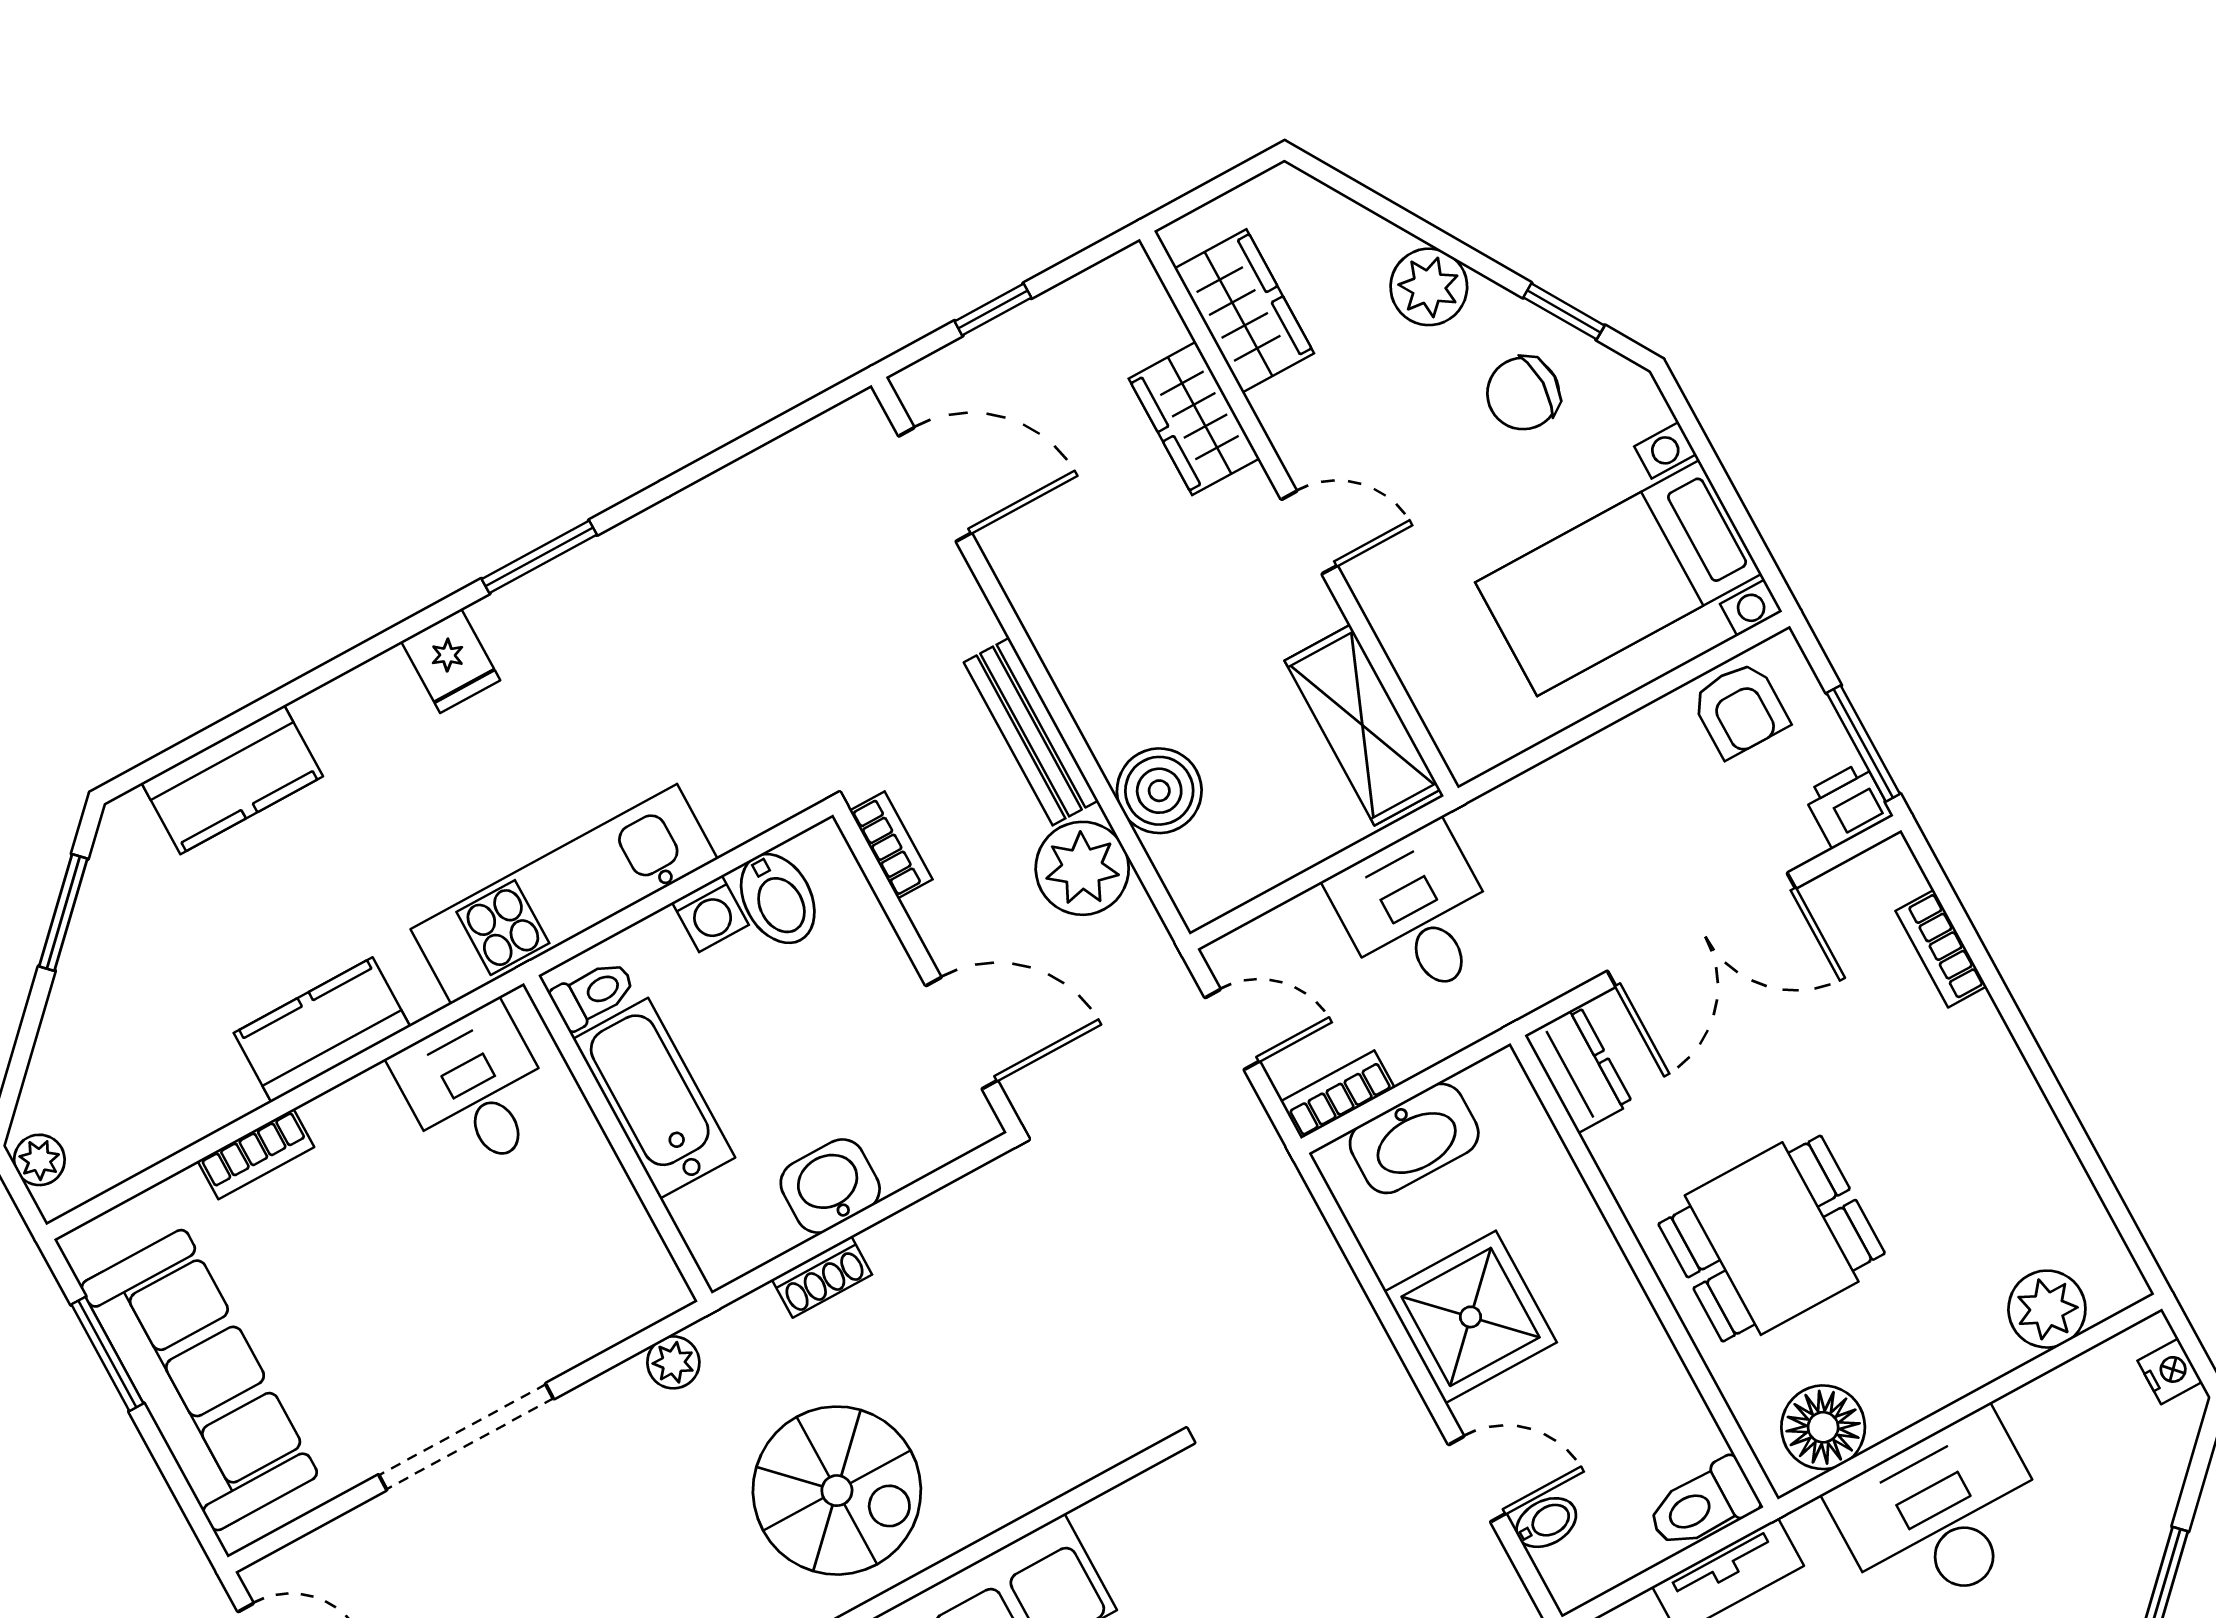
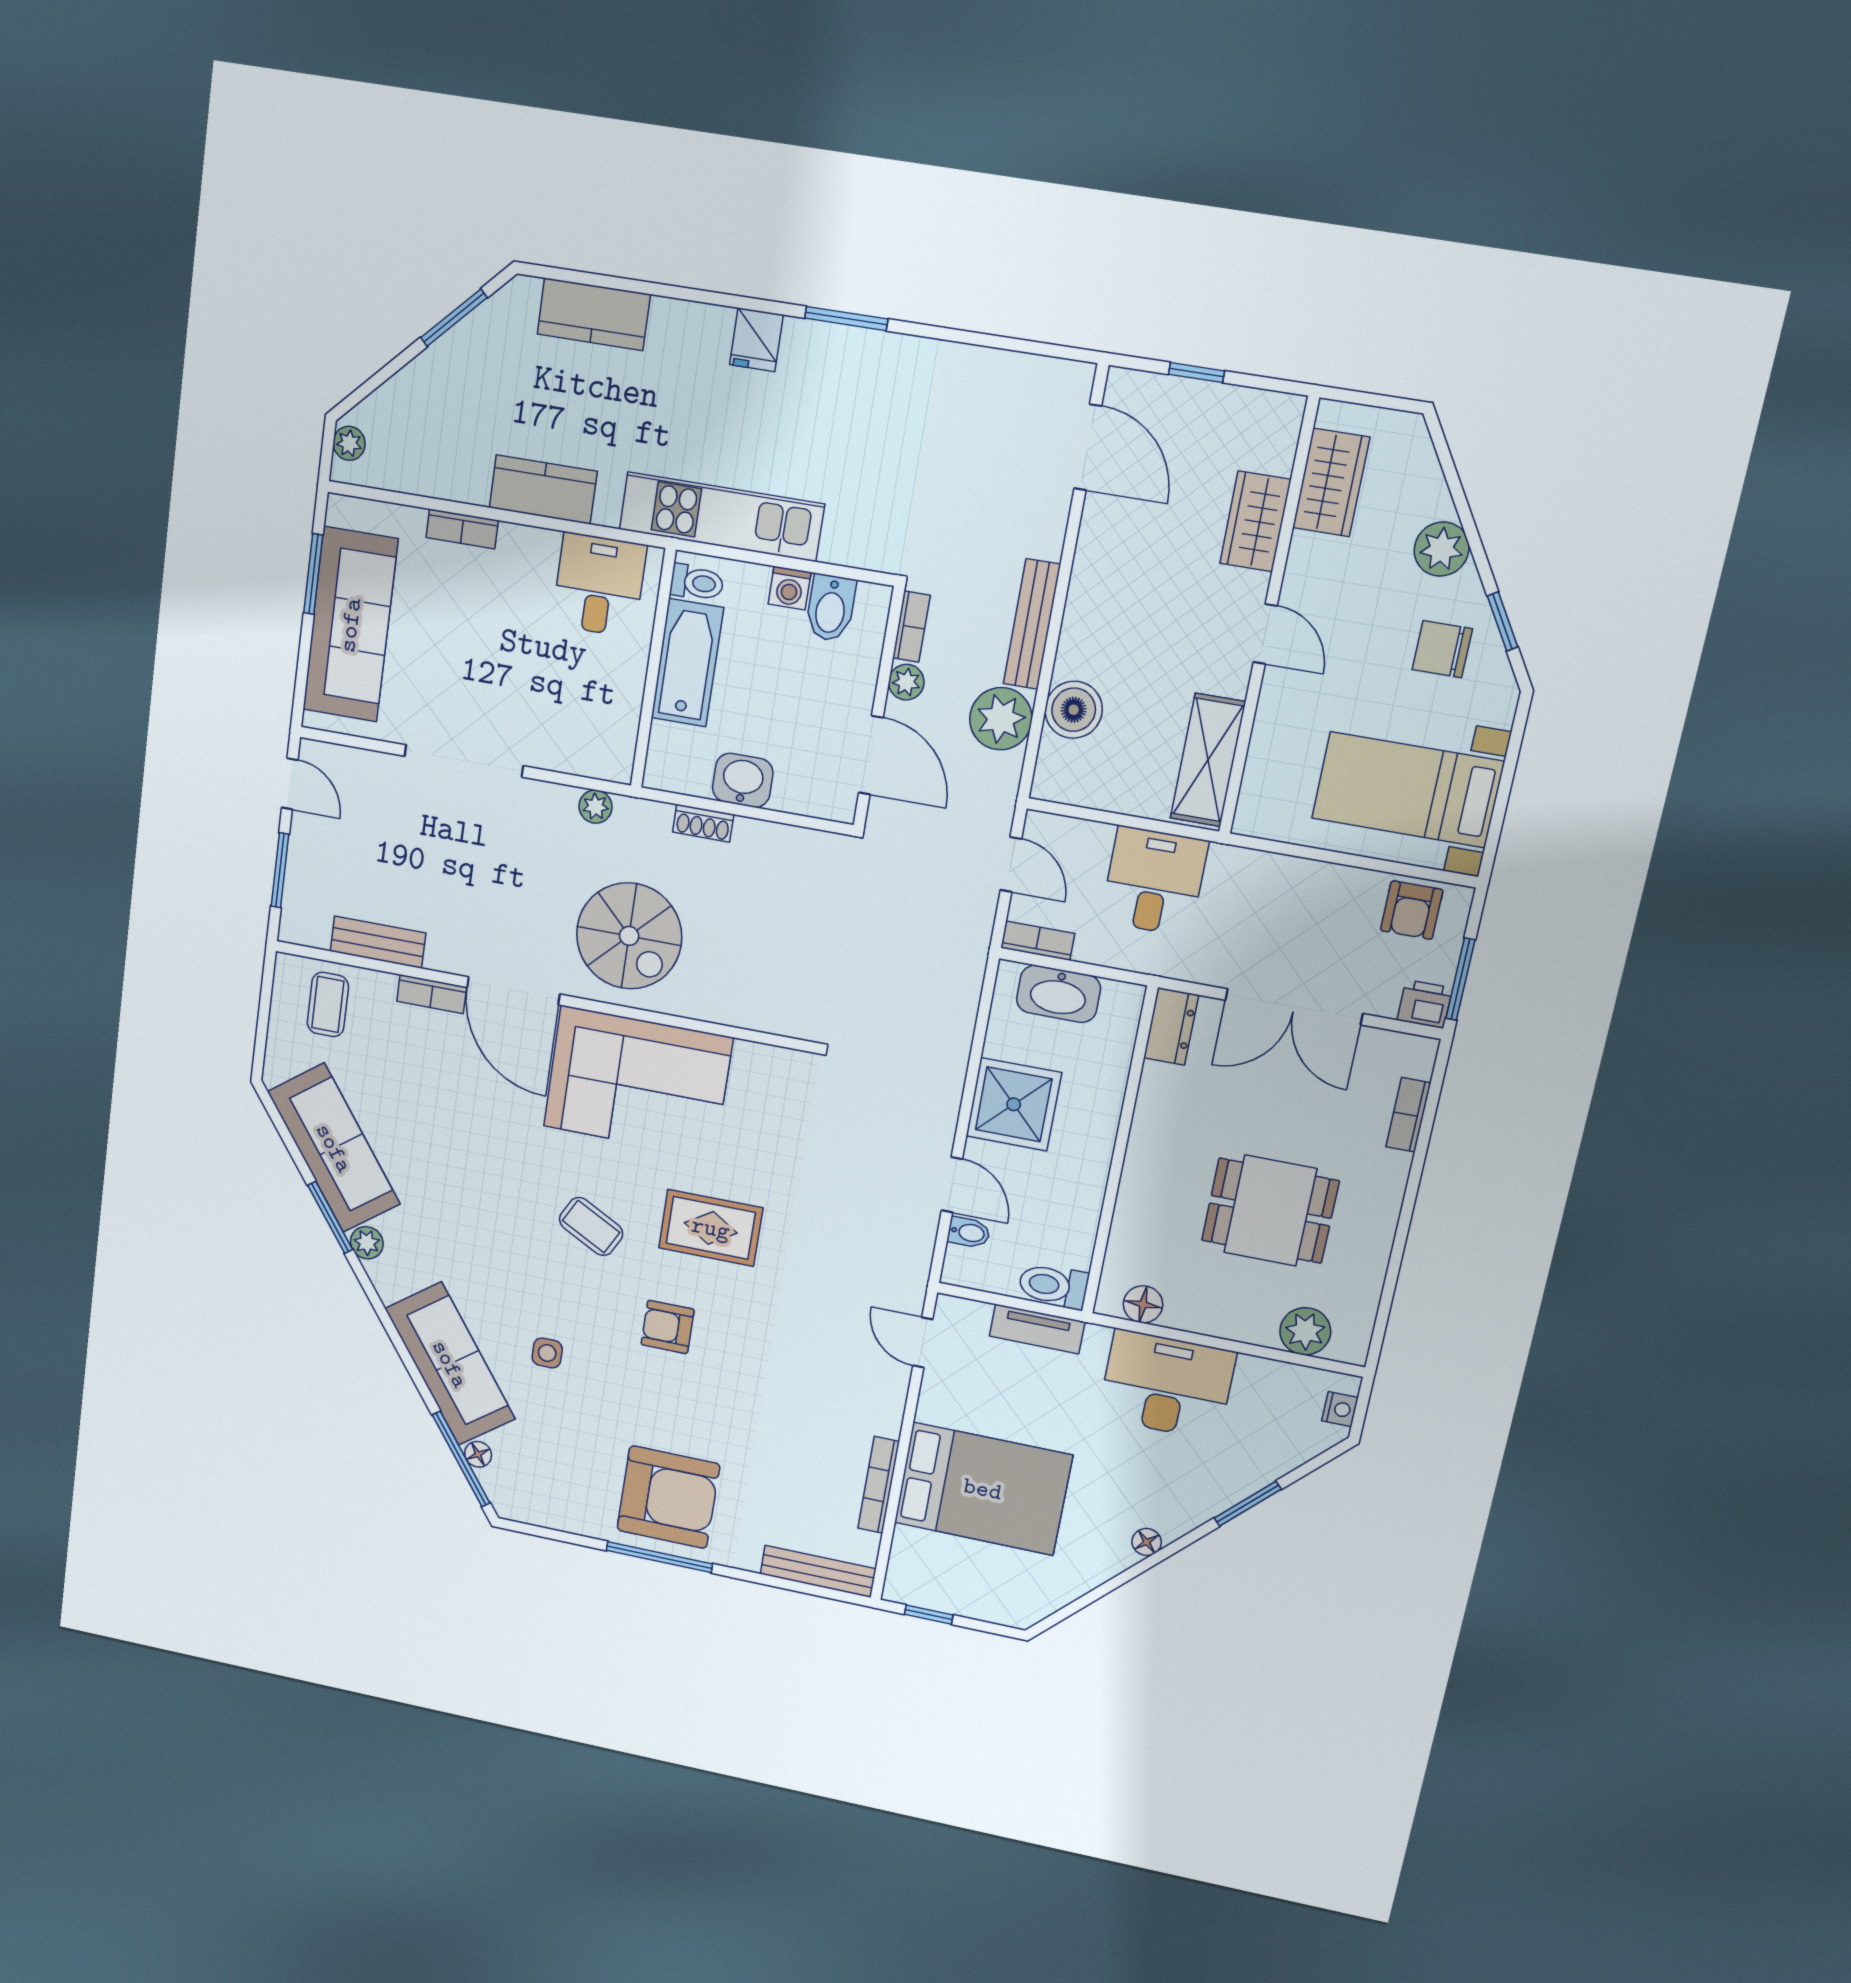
plant: (936, 914) -> (906, 682), added
dining table: (1772, 1239) -> (1270, 1211), moved
floor lamp: (1823, 1427) -> (1143, 1304), width x0.73, depth x0.73

